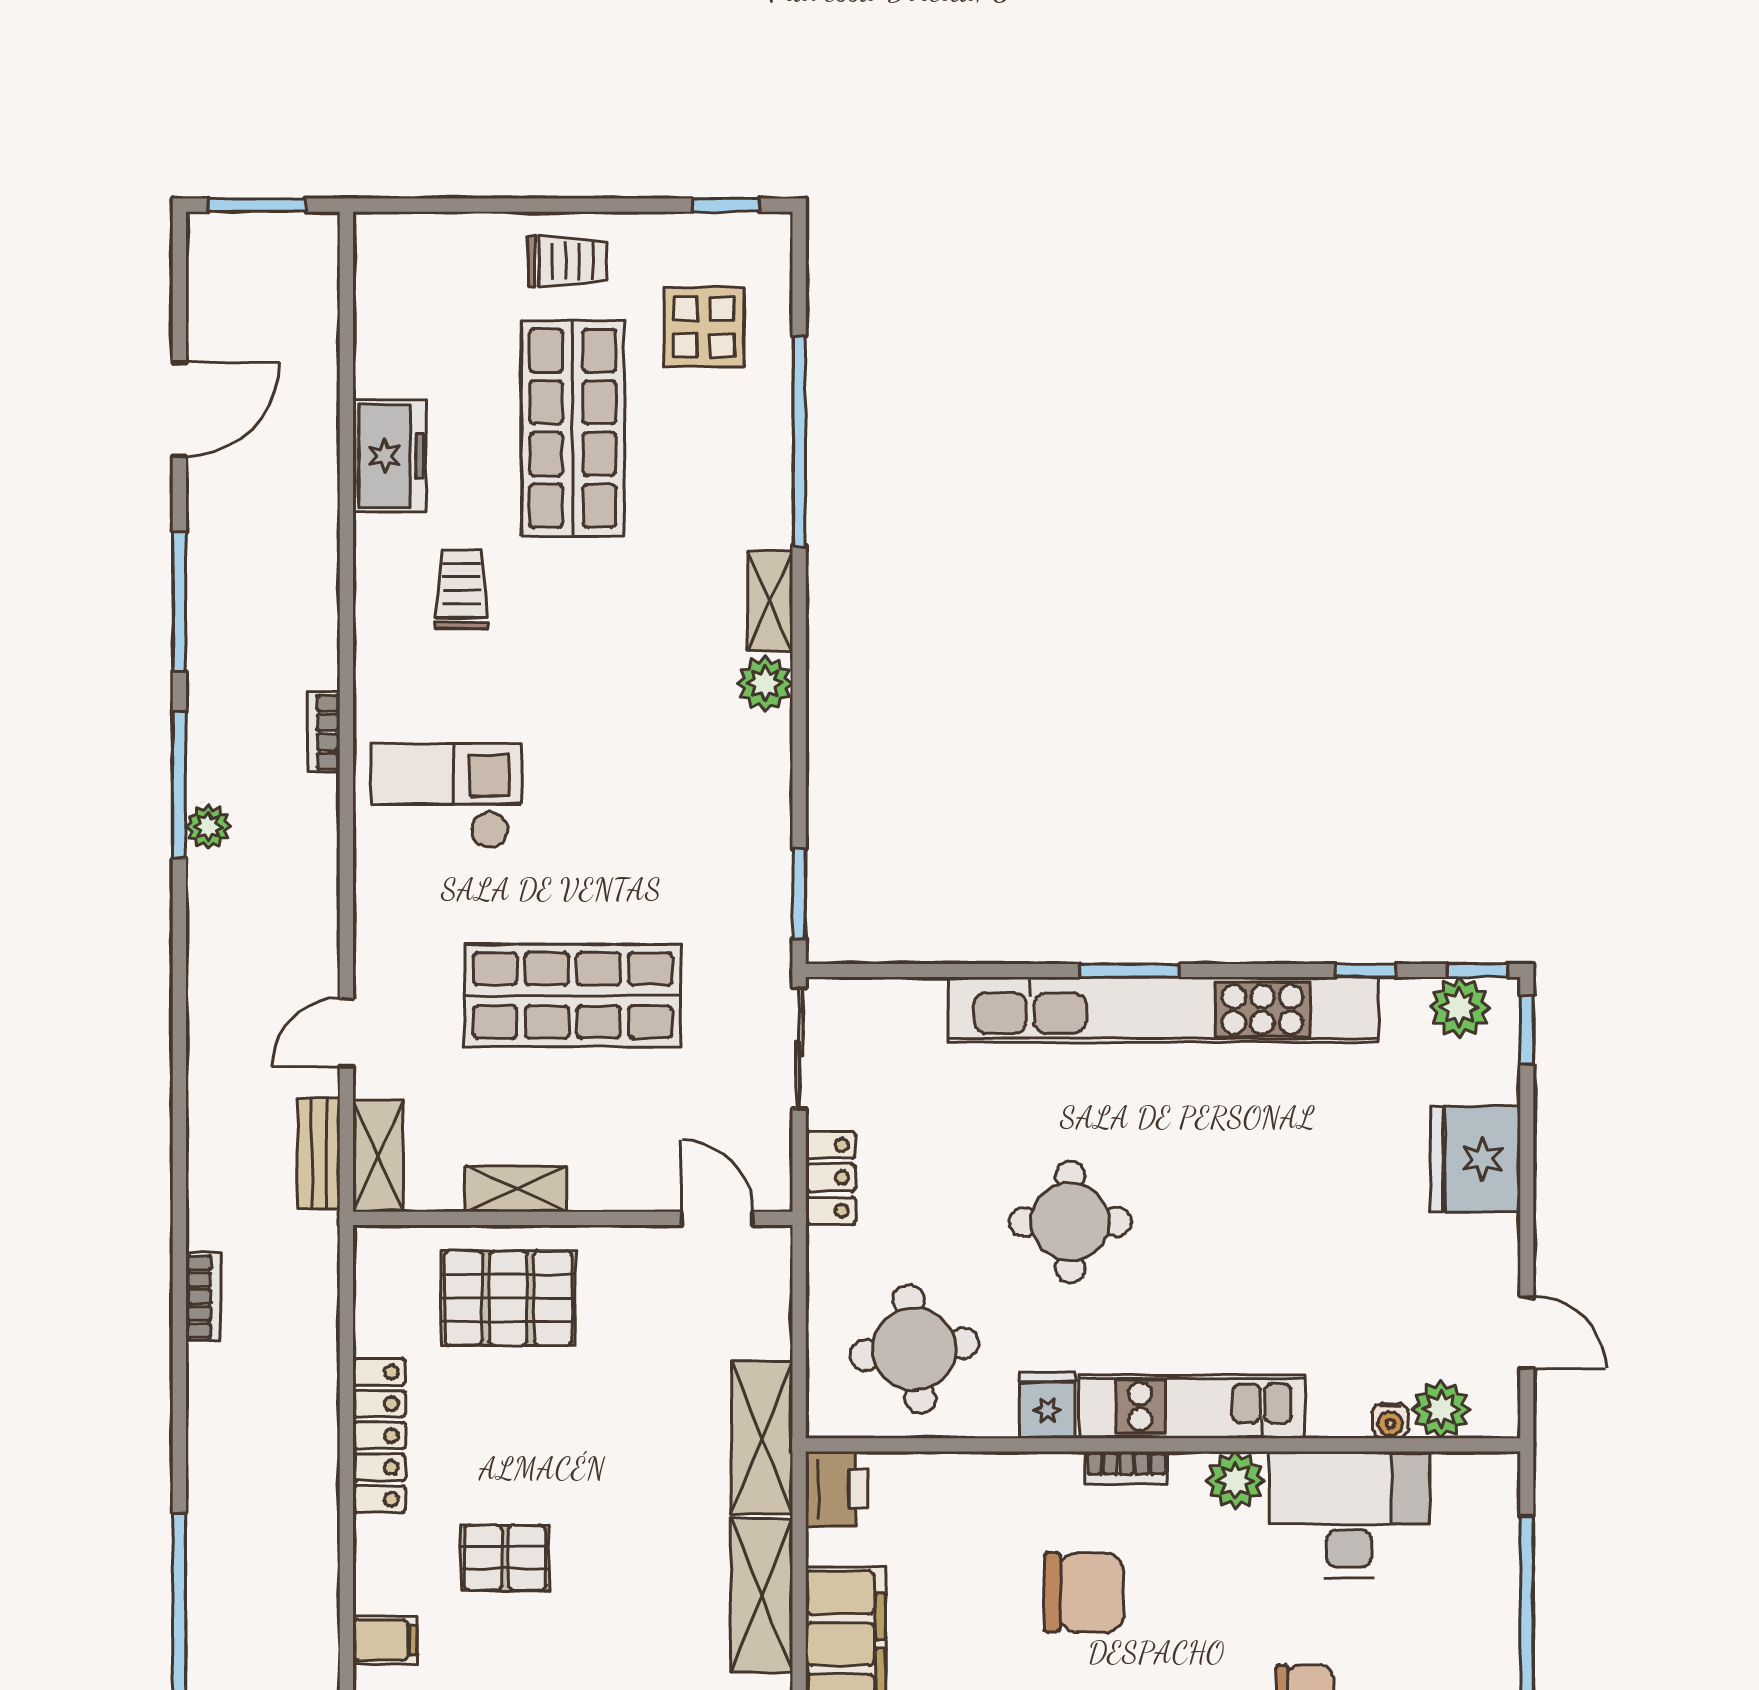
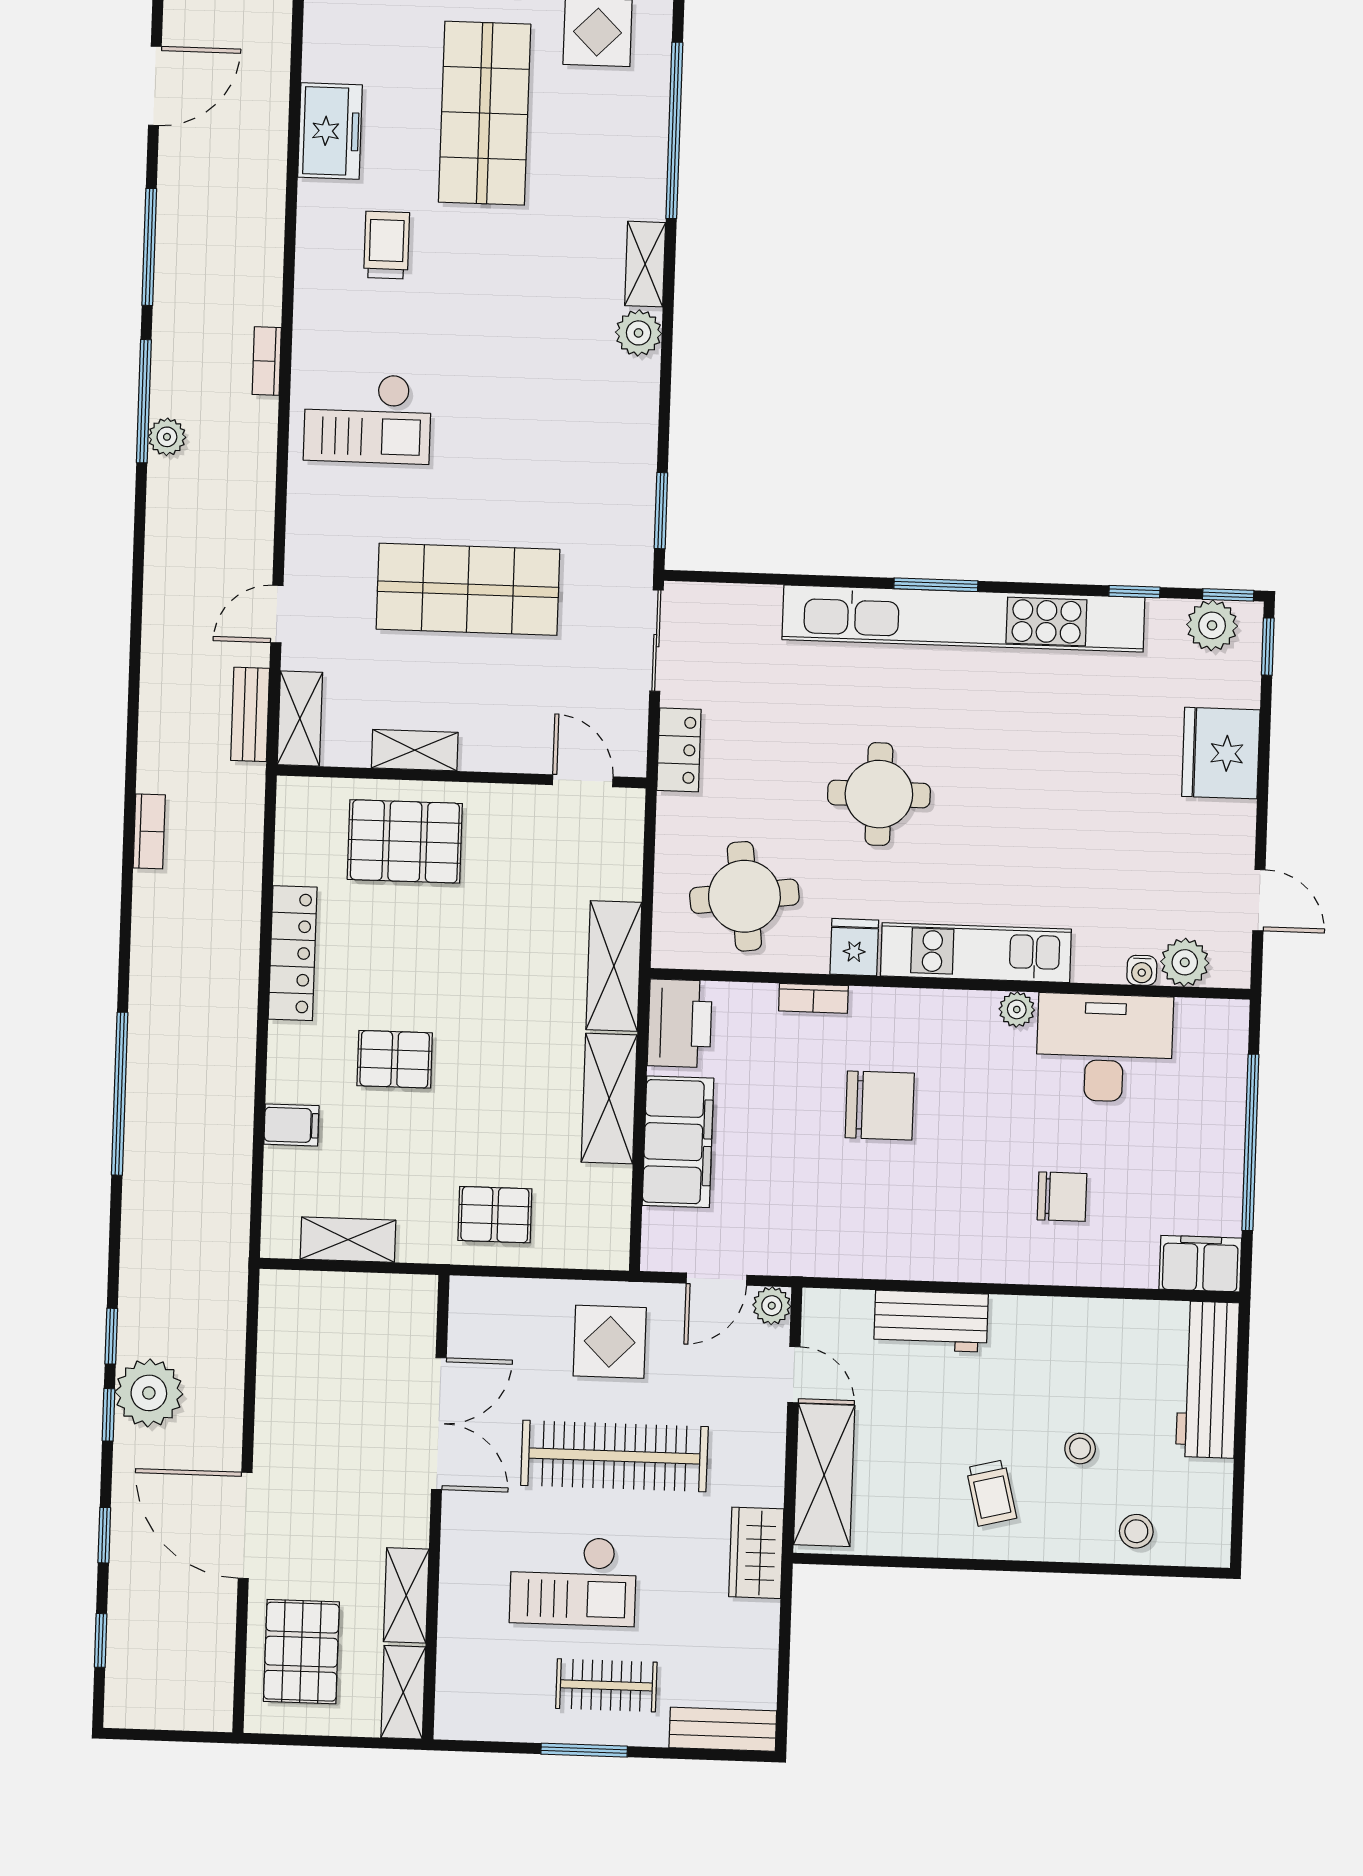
checkout: (446, 796) -> (368, 418), turned 180
bookcase: (1126, 1468) -> (813, 998), moved
plant: (1235, 1481) -> (1017, 1009), width x0.73, depth x0.73
printer: (837, 1489) -> (680, 1023), width x1.37, depth x1.19

